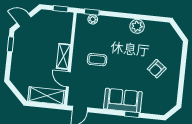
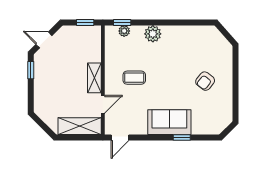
plant: (137, 26) -> (153, 34), moved
door: (68, 79) -> (103, 104), swing flipped

